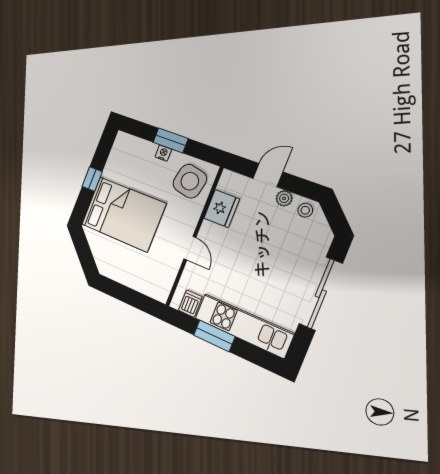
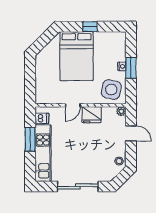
plant: (284, 198) -> (121, 111), moved
fridge: (222, 209) -> (92, 115), moved

